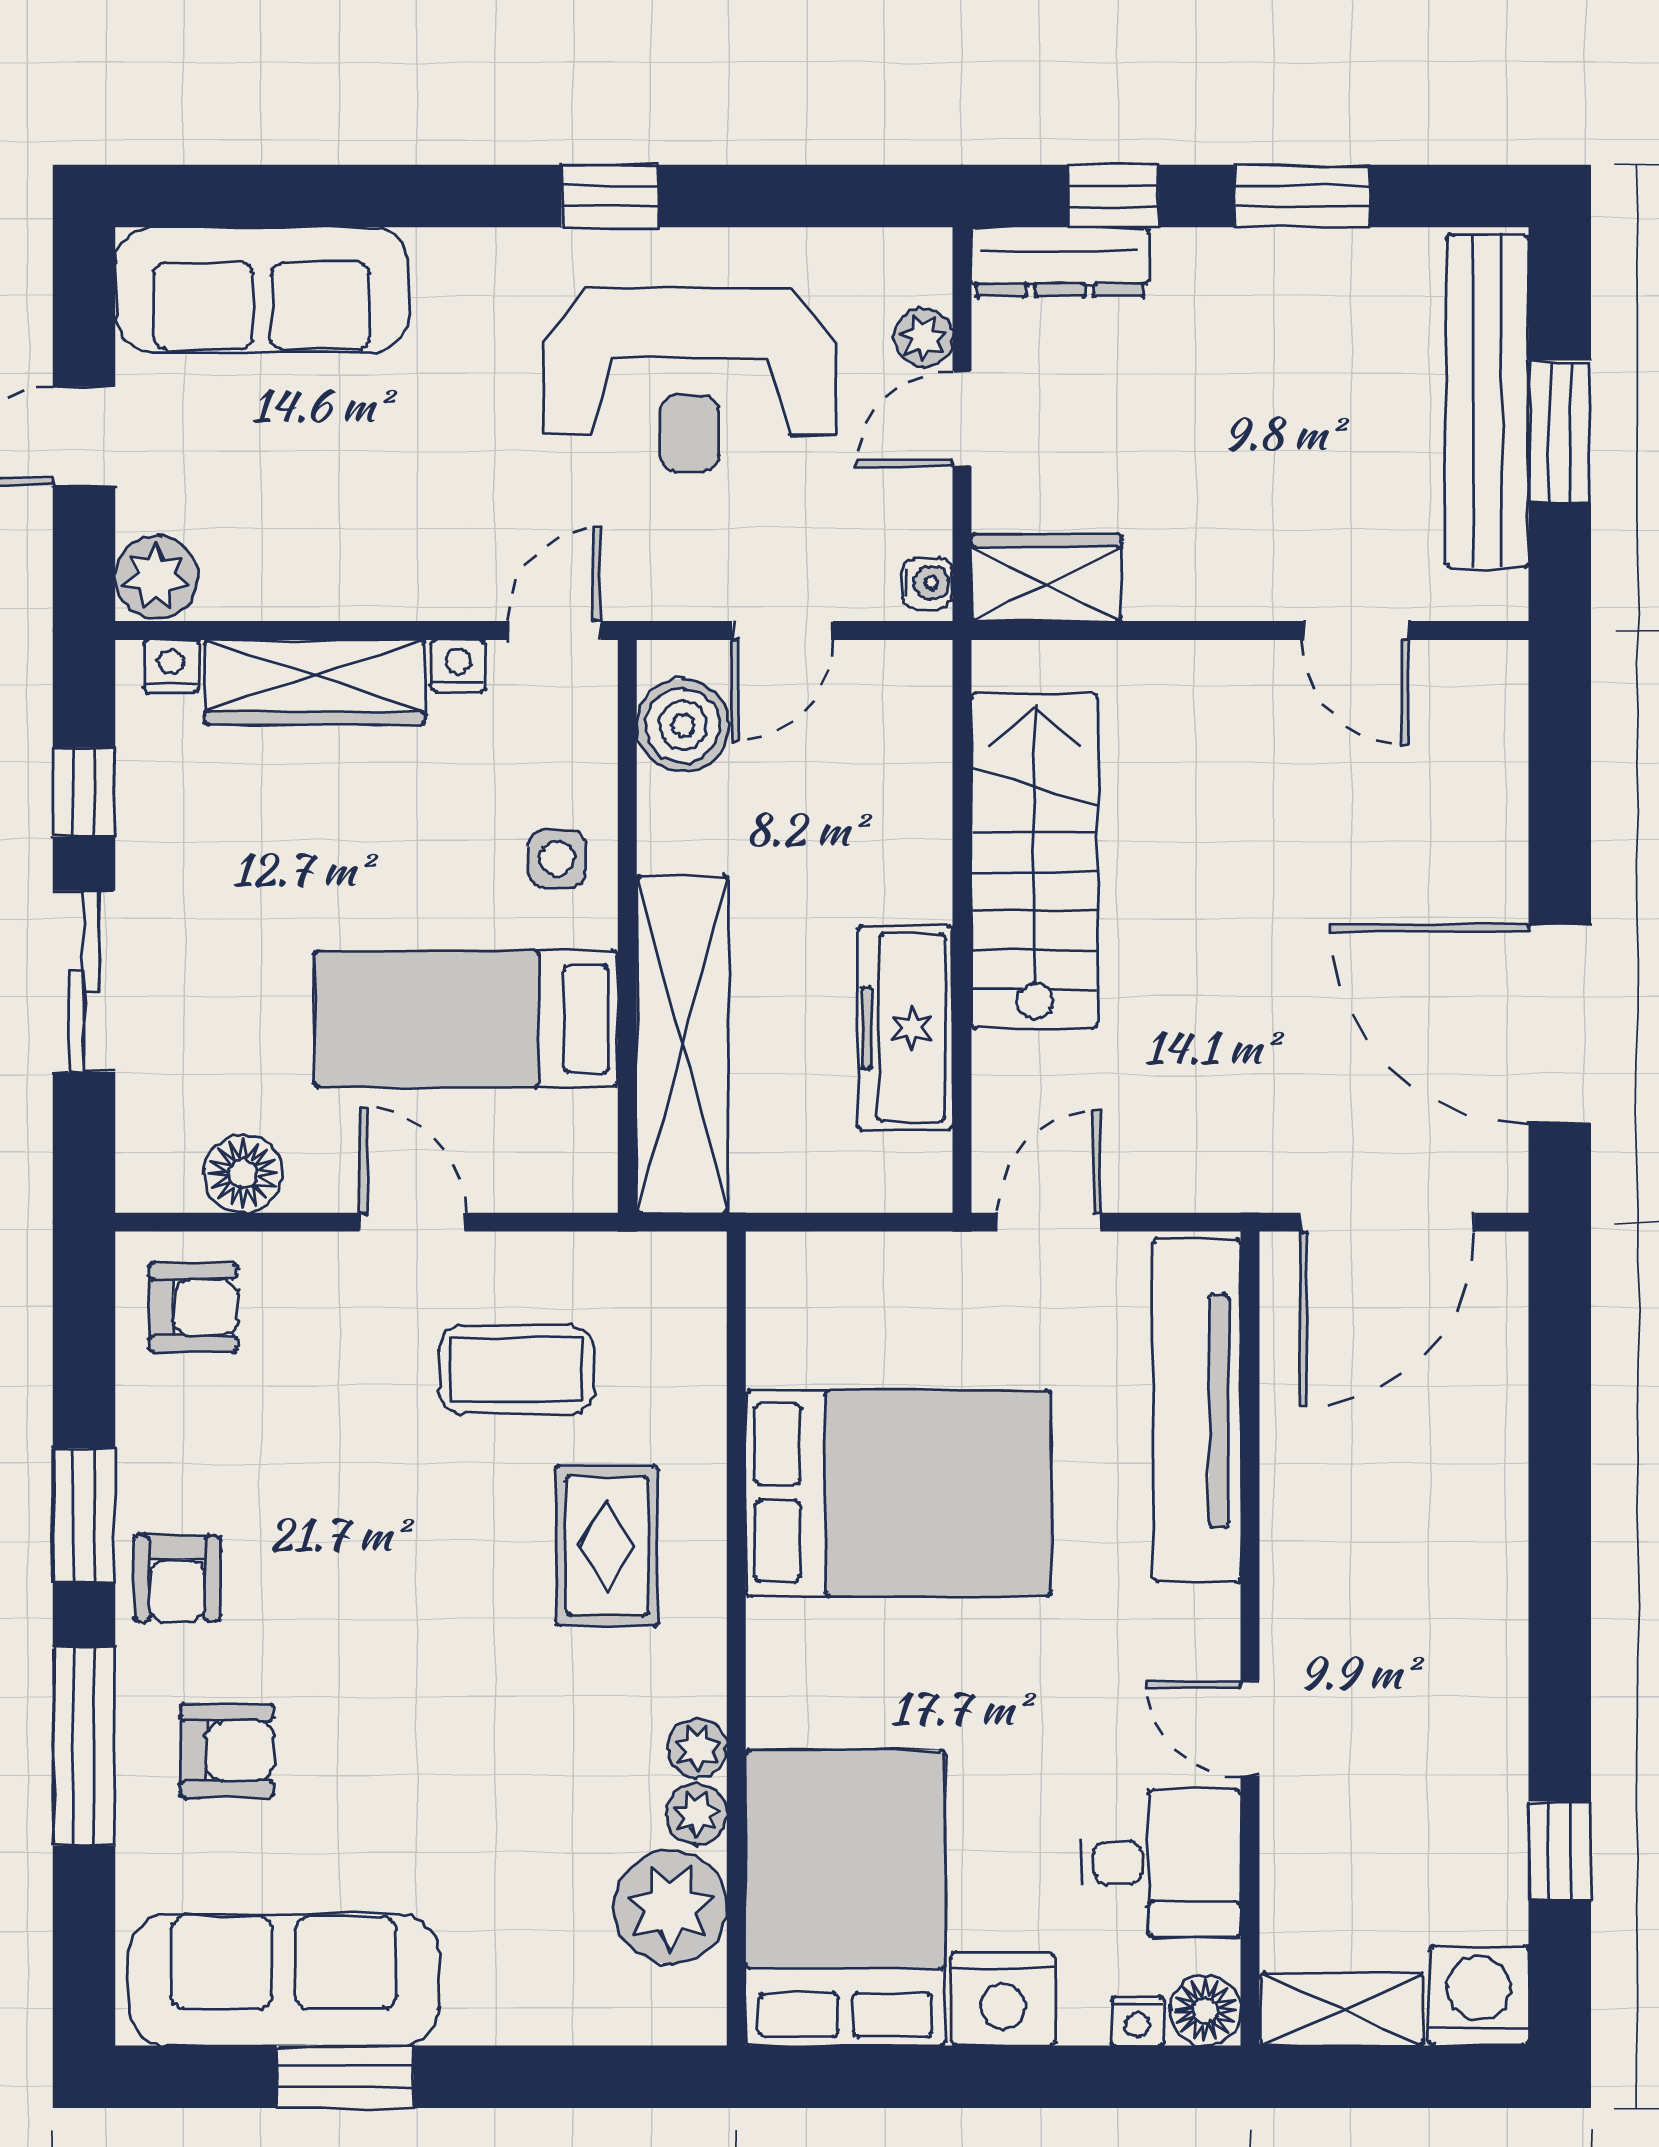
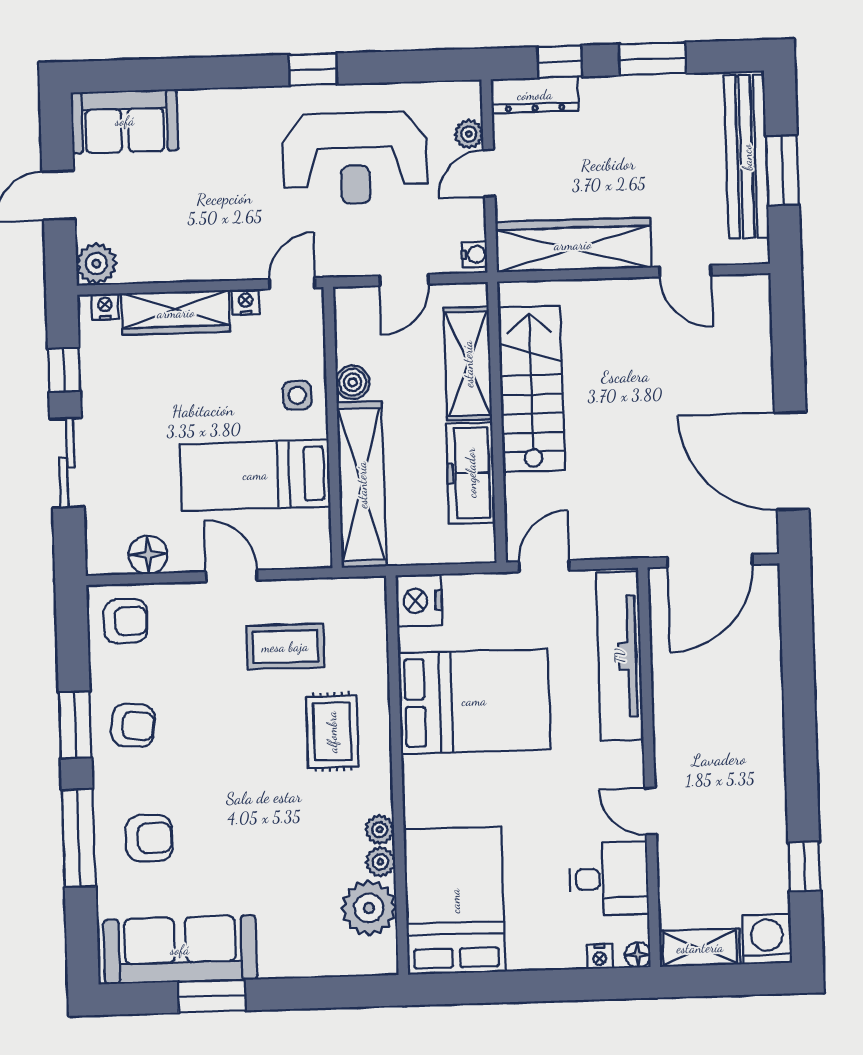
sofa: (262, 290) -> (125, 121), width x0.73
wardrobe: (1046, 578) -> (573, 245), width x2.10, depth x1.17
boiler: (683, 725) -> (353, 382), moved, width x0.73, depth x0.73
shelving: (907, 805) -> (468, 364), added
armchair: (177, 1579) -> (133, 725), moved, turned -84
nightstand: (1003, 1999) -> (419, 601), moved, turned 90
floor lamp: (1205, 2010) -> (638, 955), width x0.73, depth x0.73

